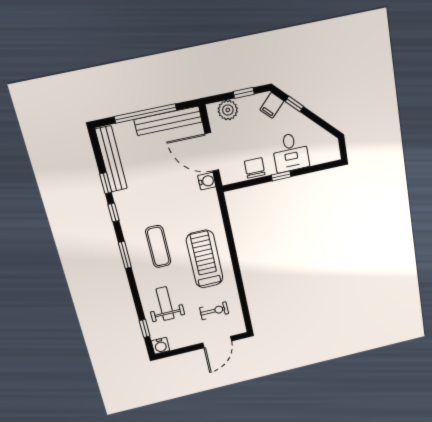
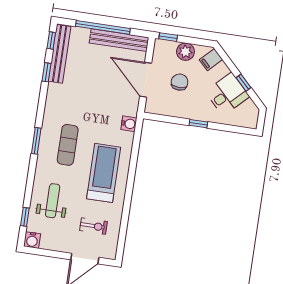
window: (244, 93) -> (168, 37), moved
window: (294, 104) -> (243, 83), moved
plant: (228, 110) -> (185, 52), moved
desk: (291, 152) -> (227, 94), moved, turned -135
chair: (255, 168) -> (180, 82), moved
water cooler: (207, 181) -> (129, 124), moved
window: (114, 212) -> (51, 41), moved

